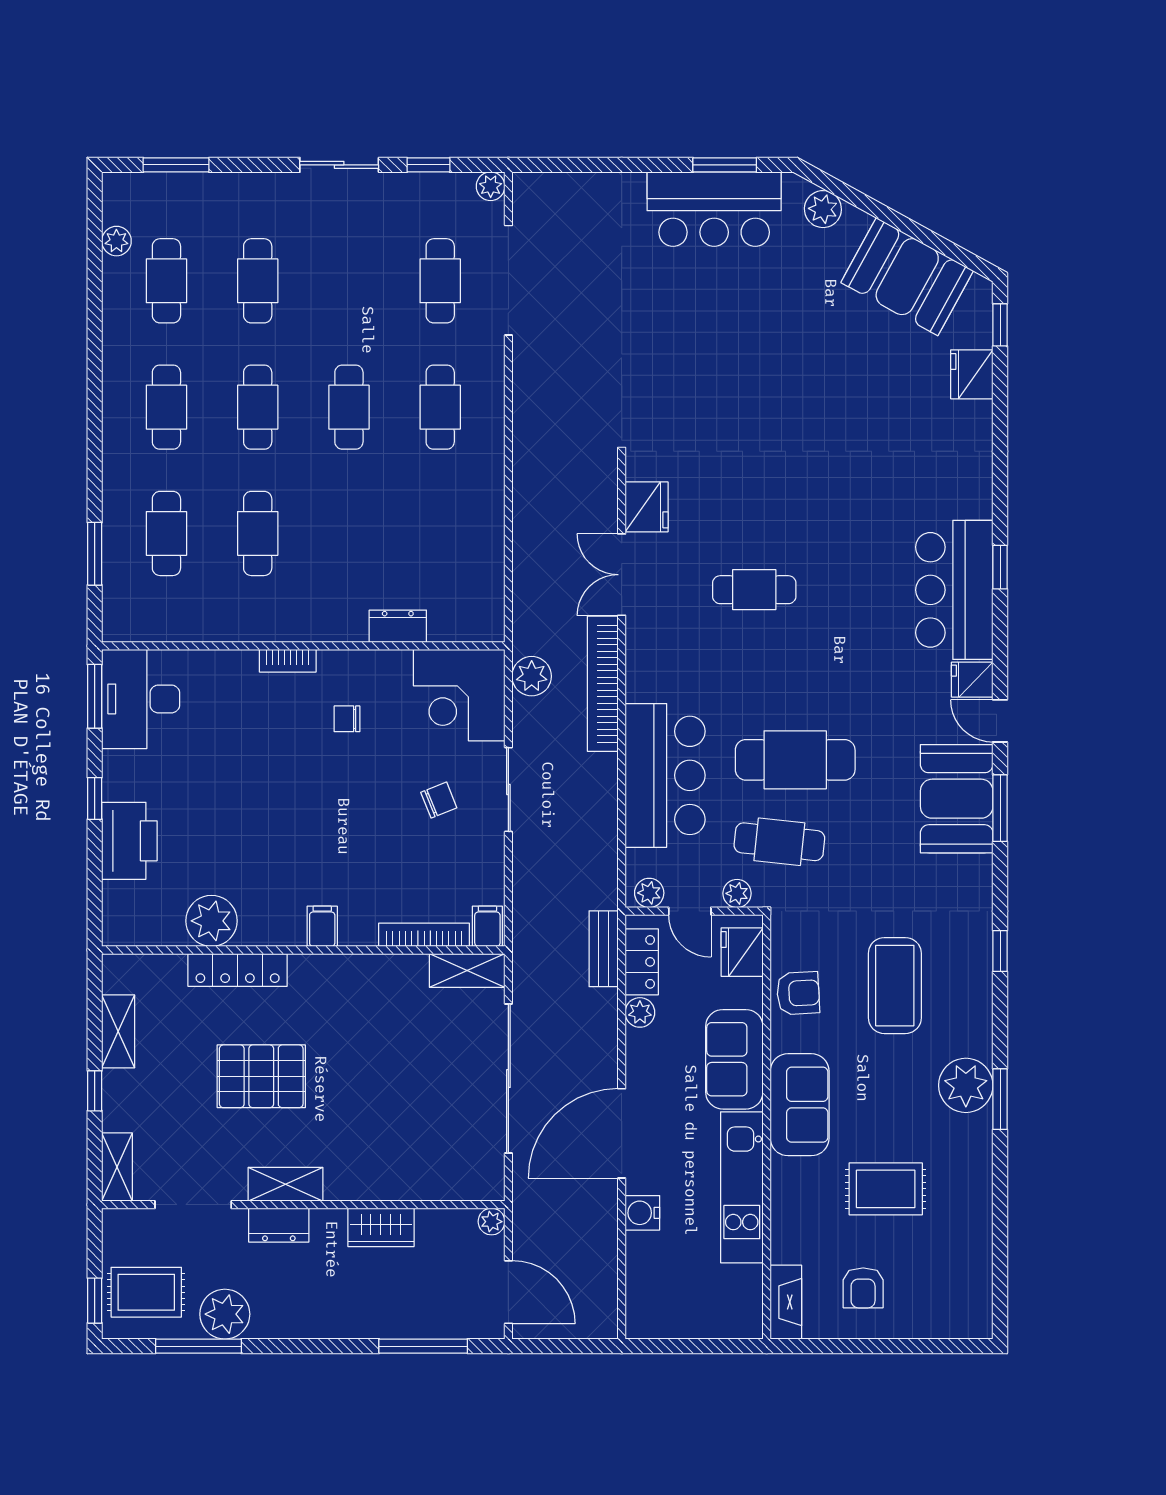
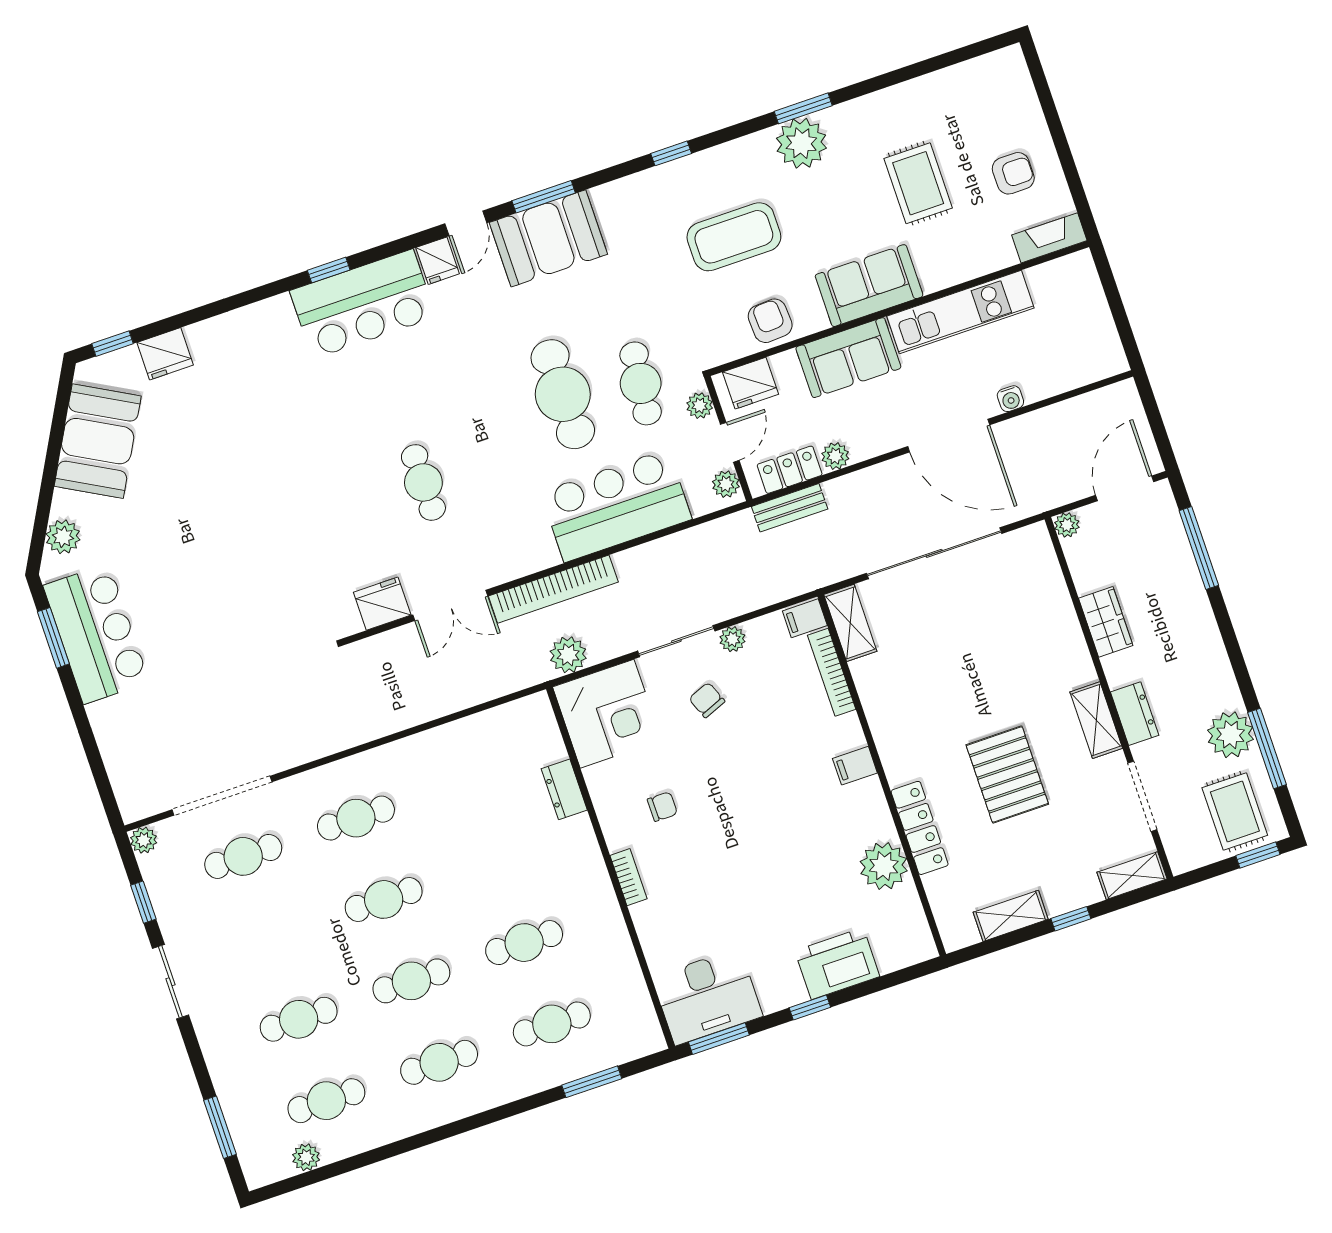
chair: (347, 719) -> (662, 807), turned -90
plant: (491, 847) -> (733, 639), added
water cooler: (642, 1213) -> (1010, 399), width x0.72, depth x0.72

